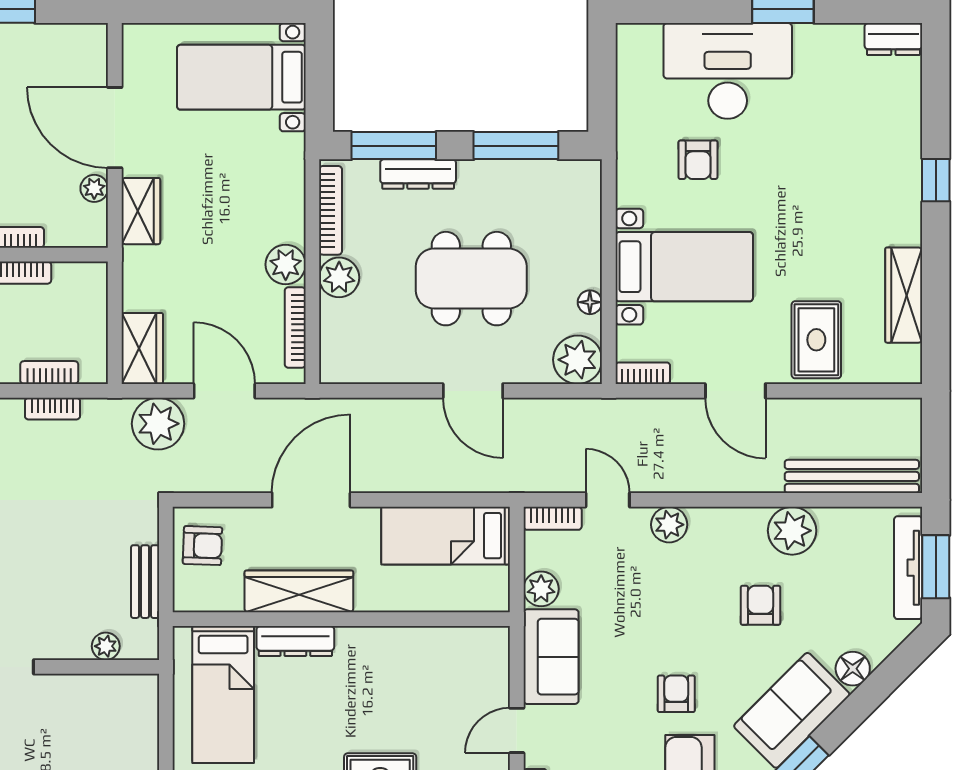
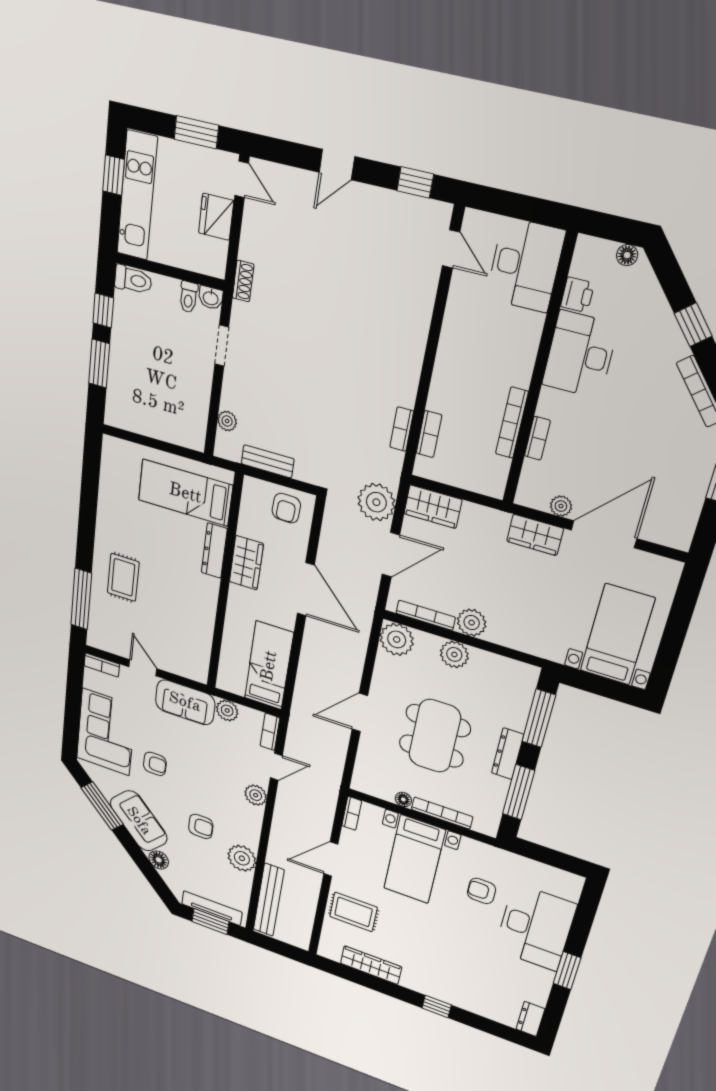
dresser: (418, 174) -> (508, 754), moved
bookcase: (331, 210) -> (442, 813), moved, turned 180
plant: (578, 360) -> (397, 639), moved
wardrobe: (299, 591) -> (246, 563), width x0.67

